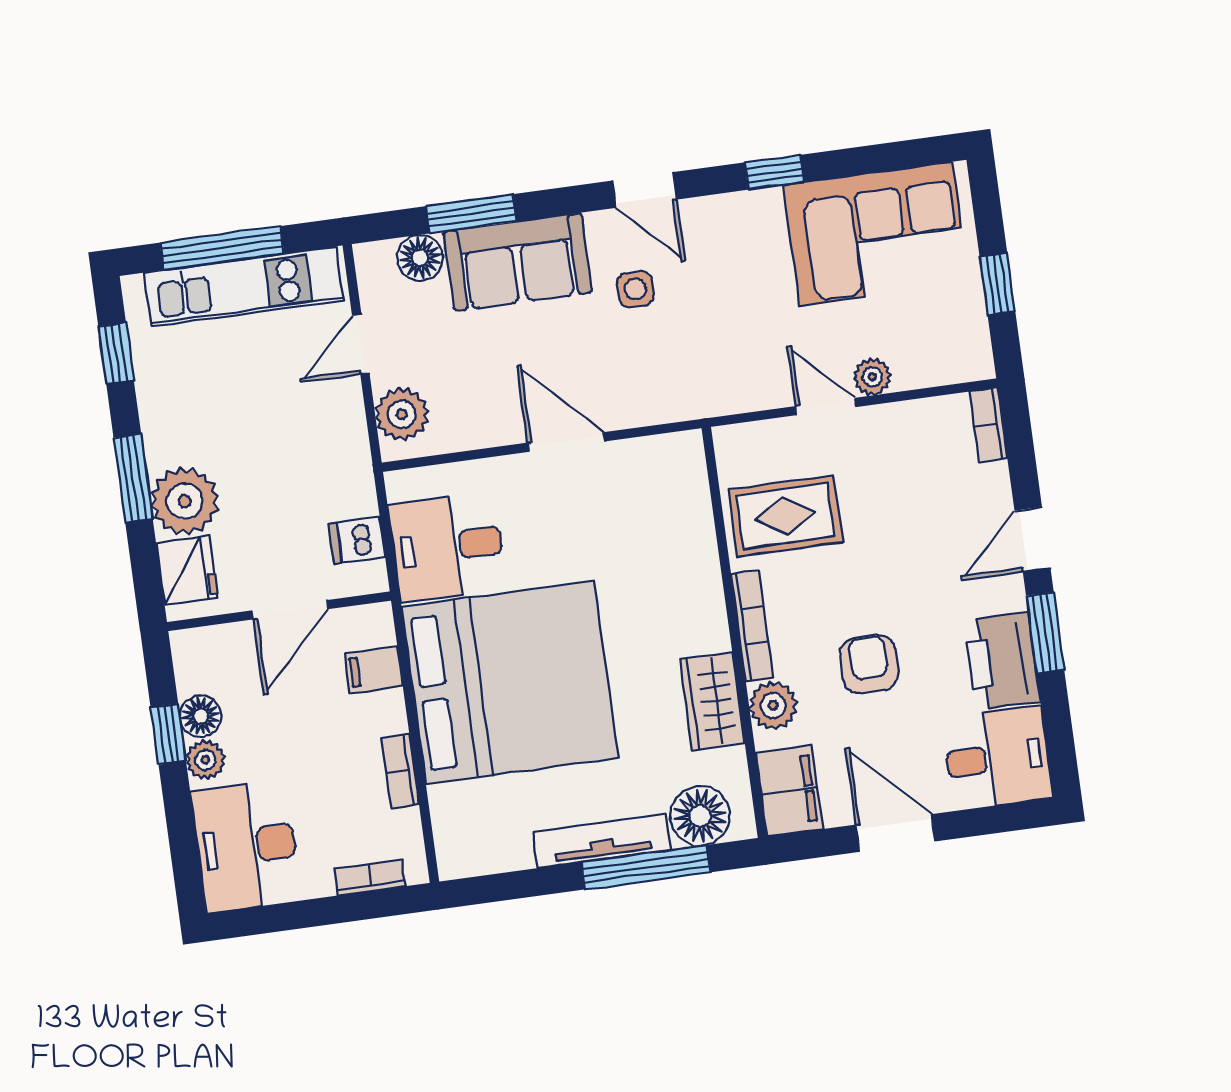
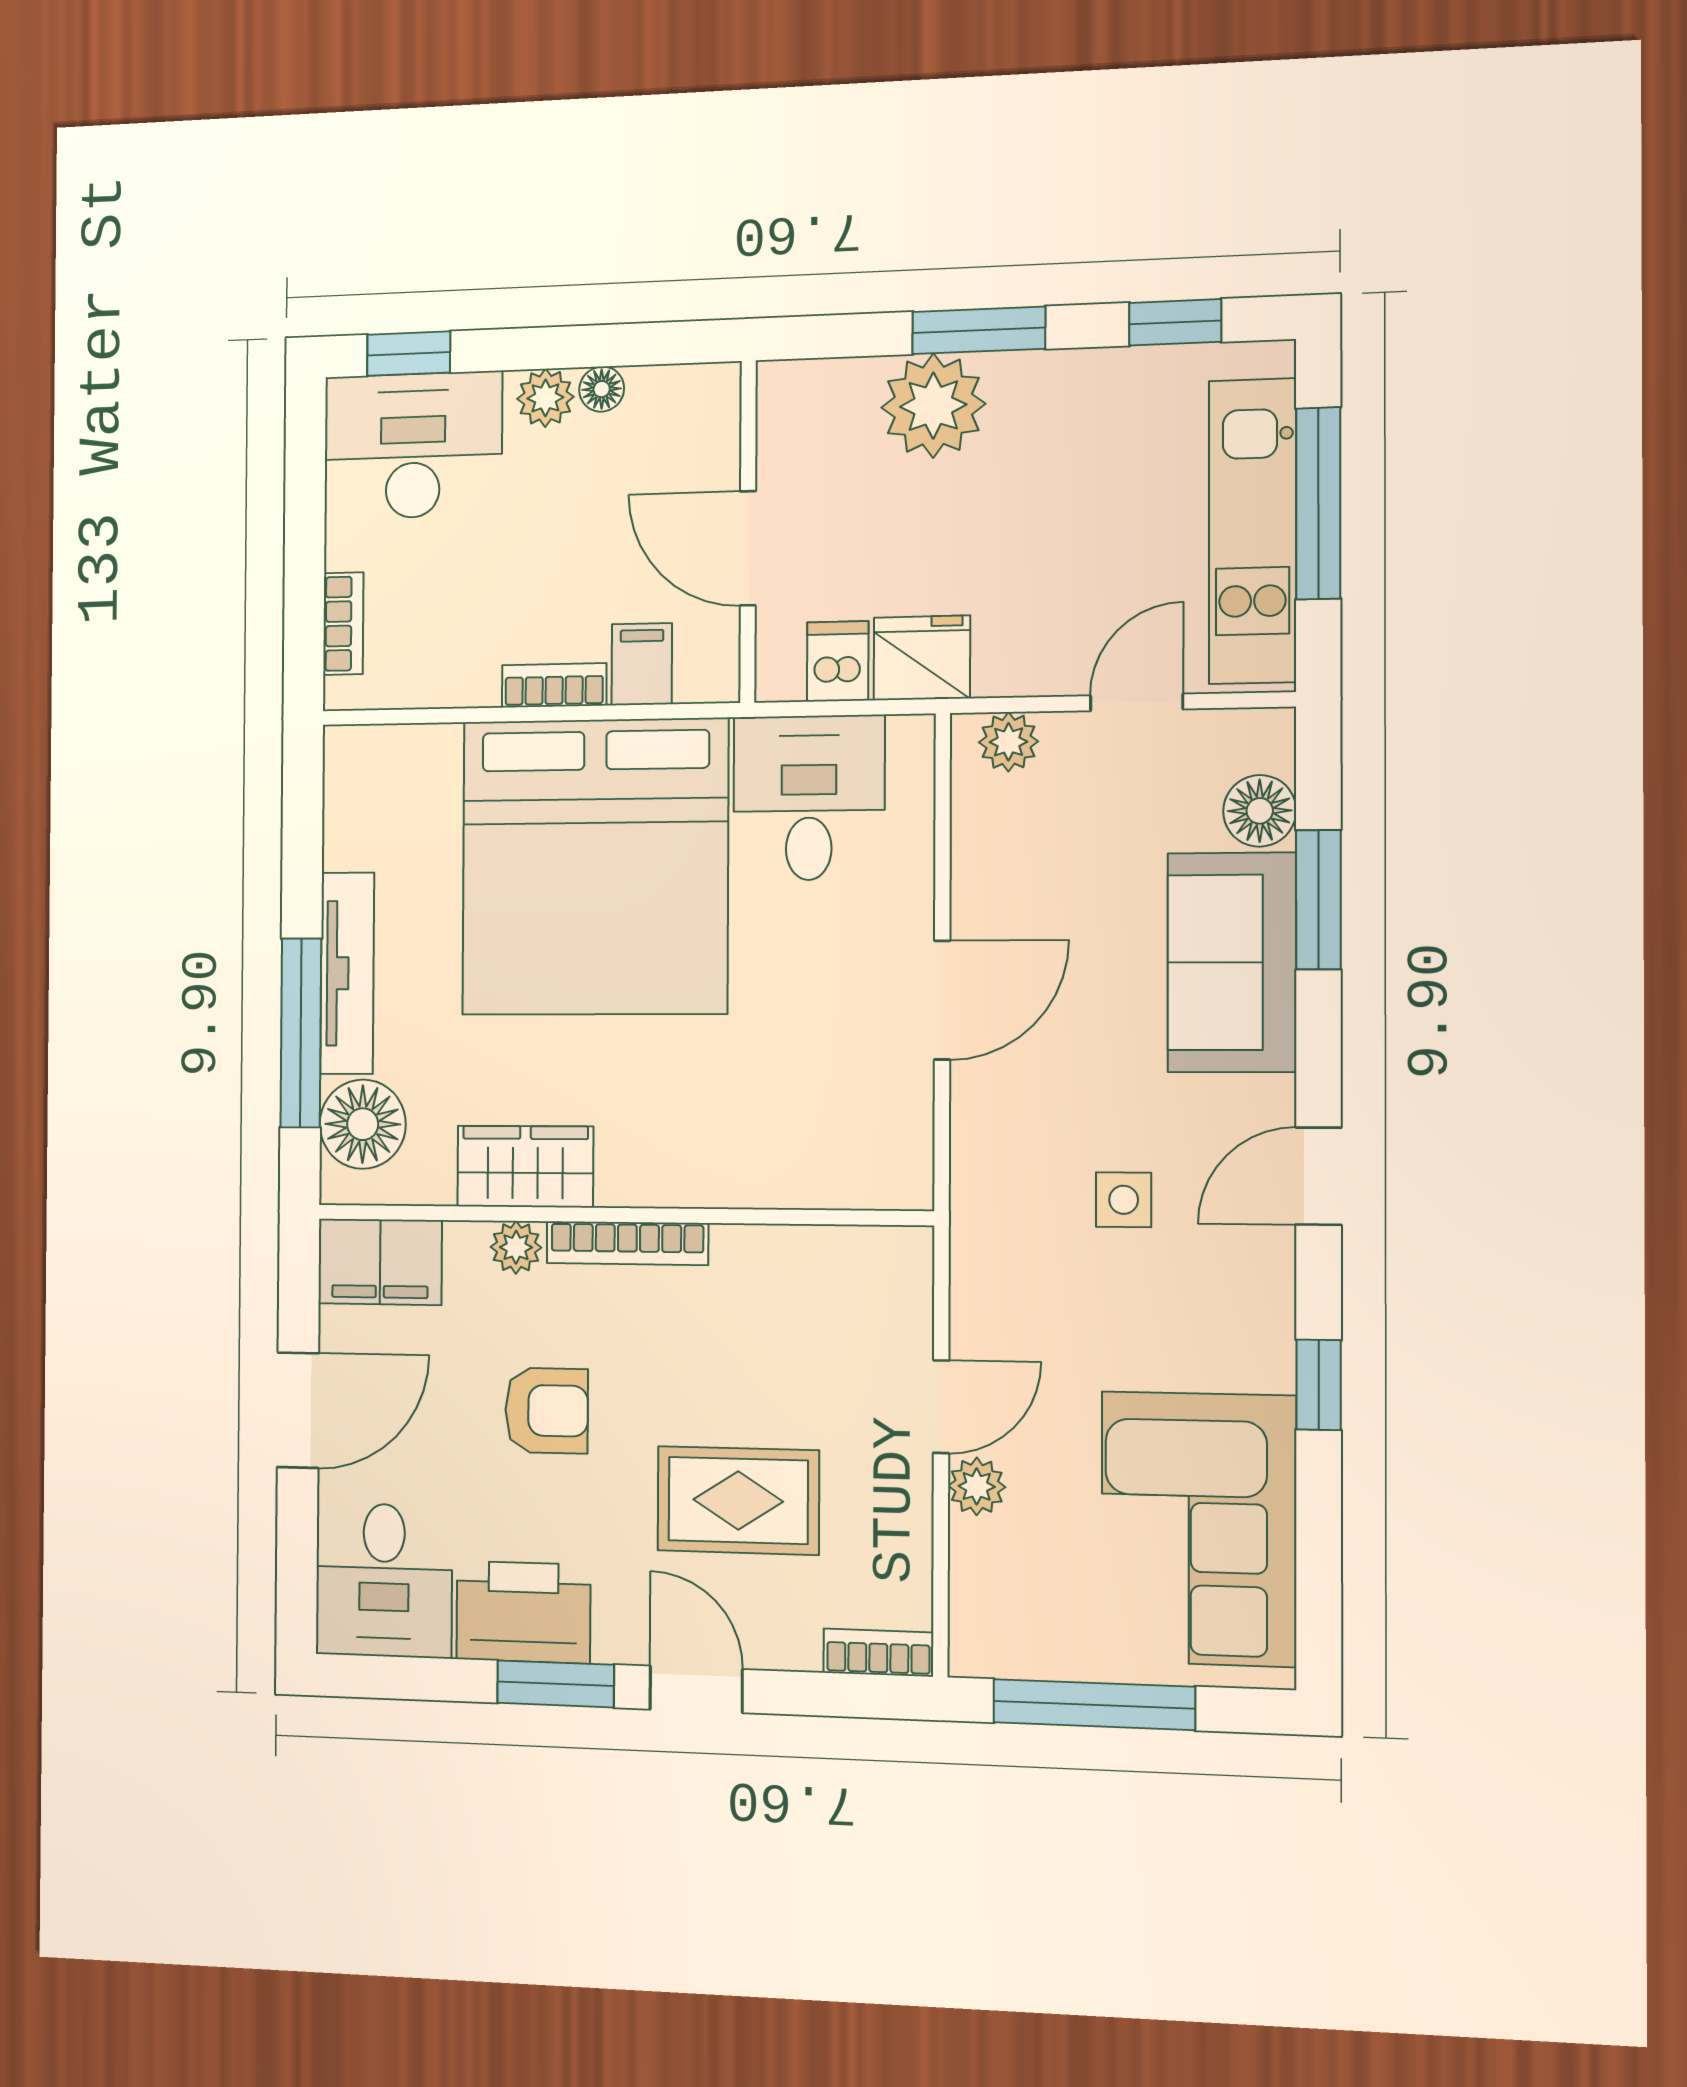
window: (997, 284) -> (1094, 1705), width x2.17
side table: (635, 289) -> (1124, 1200), moved
door: (361, 344) -> (1137, 702), hinge flipped
plant: (402, 414) -> (1008, 742), width x0.73, depth x0.73
rug: (785, 516) -> (738, 1500), moved, turned 90
fridge: (187, 571) -> (922, 658), moved, turned 180
plant: (773, 705) -> (516, 1247), width x0.73, depth x0.73
floor lamp: (201, 716) -> (602, 389), width x0.73, depth x0.73
window: (168, 734) -> (409, 354), moved
bookcase: (400, 771) -> (554, 685), moved

